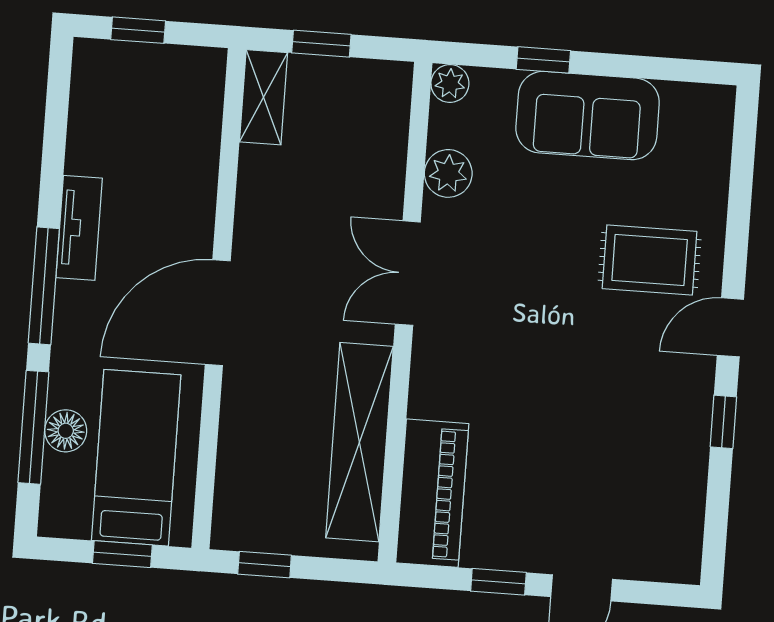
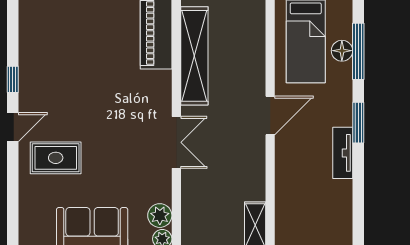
plant: (448, 173) -> (160, 216), moved
window: (44, 286) -> (358, 123), width x0.69
door: (218, 313) -> (270, 116), width x0.73

